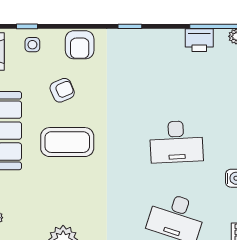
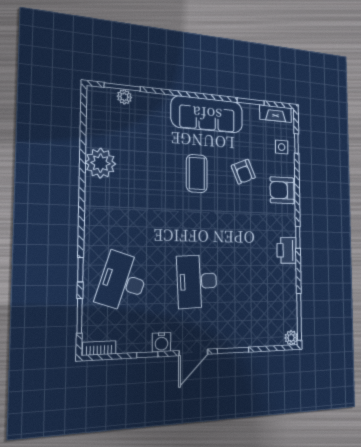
printer: (199, 40) -> (287, 250), moved
coffee table: (67, 142) -> (197, 173), width x0.73, depth x0.76

